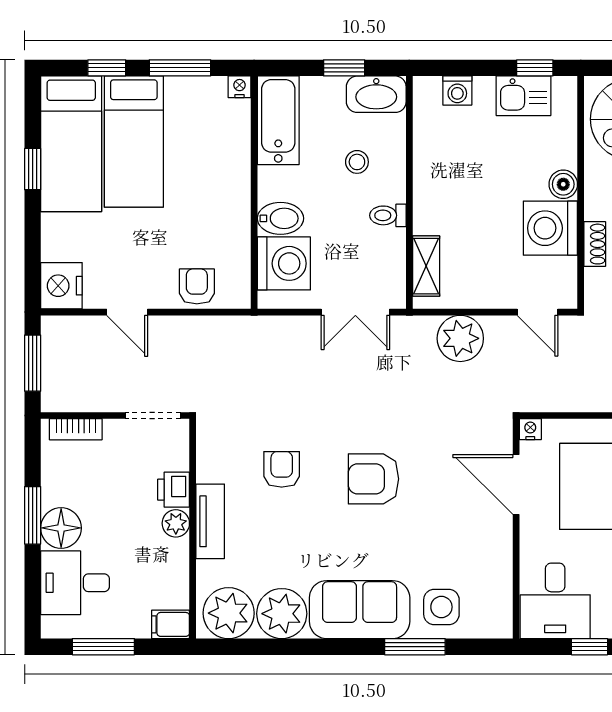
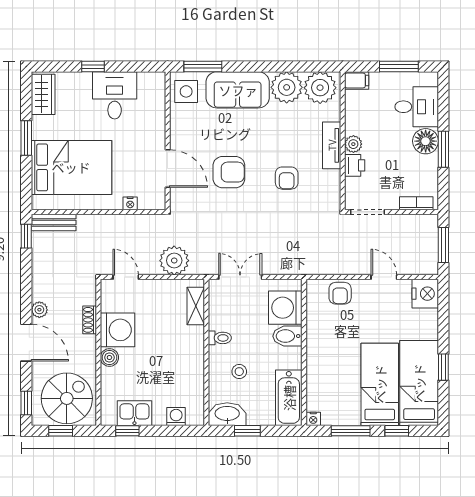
door: (516, 485) -> (168, 169), moved
wall: (516, 529) -> (168, 141), moved

